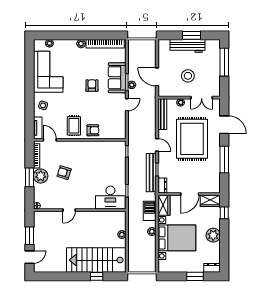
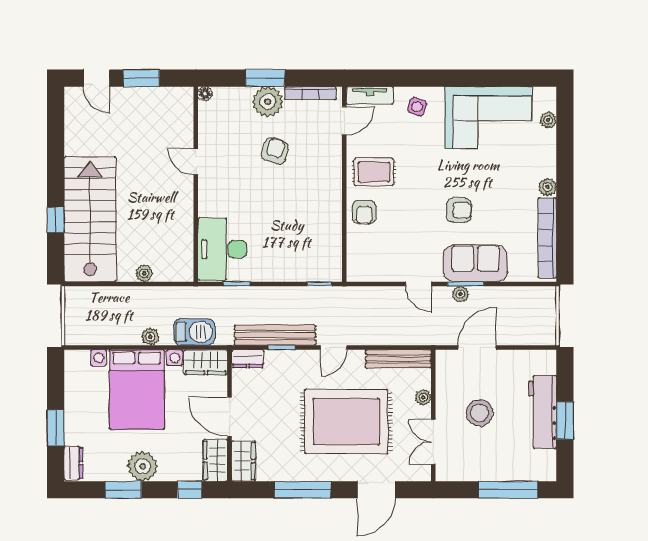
wardrobe: (211, 187) -> (244, 461), added
window: (224, 244) -> (123, 490), added

